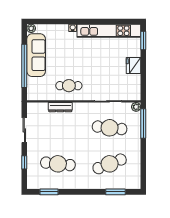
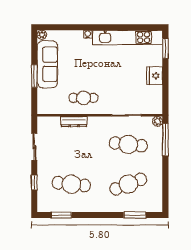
window: (24, 66) -> (34, 76), width x0.47

